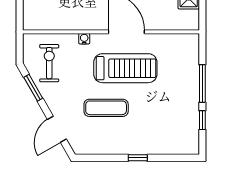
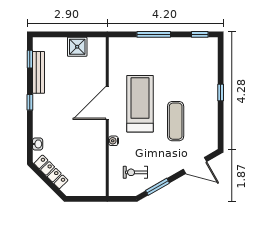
exercise bike: (49, 63) -> (135, 172), width x0.73, depth x0.72
window: (202, 120) -> (200, 34), moved

